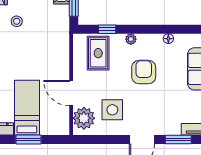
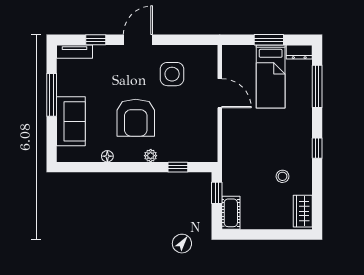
rug: (98, 53) -> (188, 139), removed
armchair: (144, 72) -> (136, 118), width x1.36, depth x1.36
plant: (84, 118) -> (205, 64), removed
window: (178, 140) -> (96, 40), width x0.67

